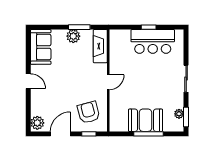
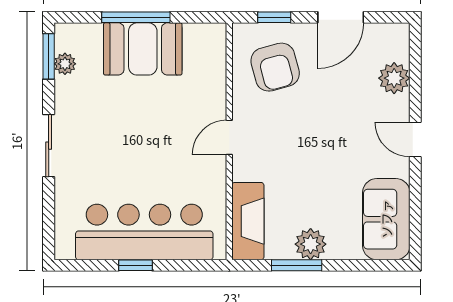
bar counter: (153, 41) -> (144, 232), width x1.36
plant: (37, 123) -> (394, 78), moved

